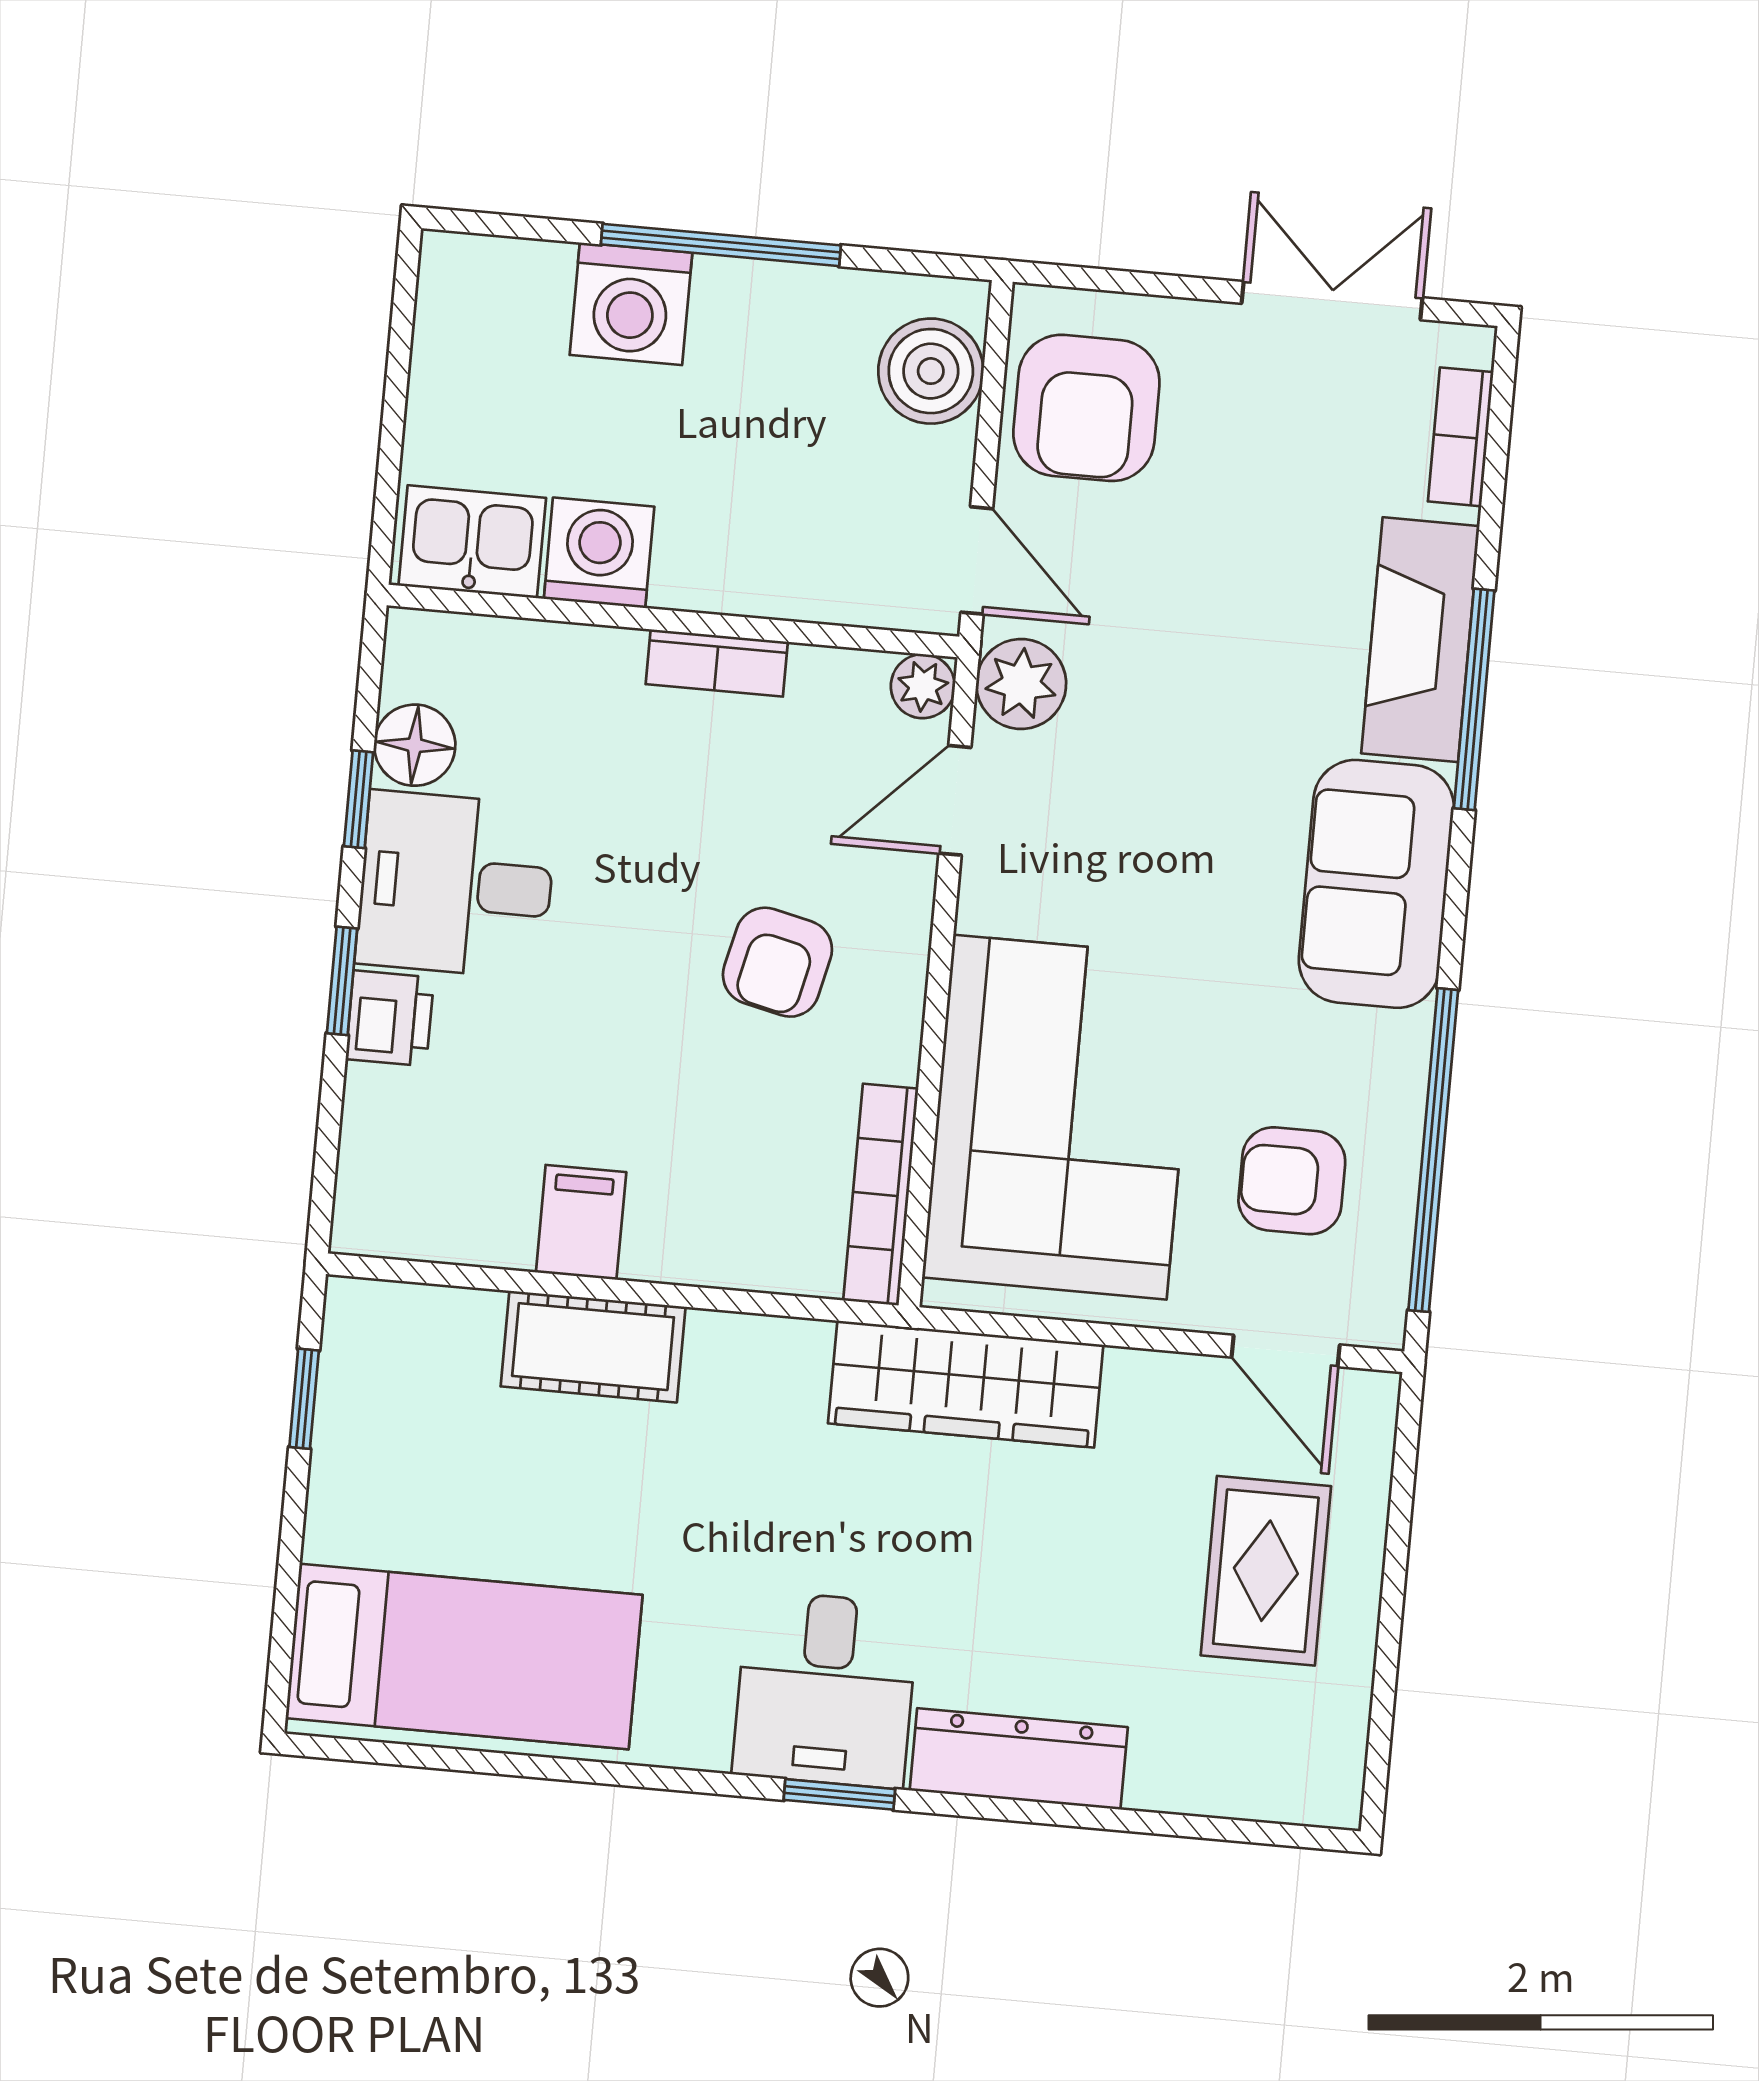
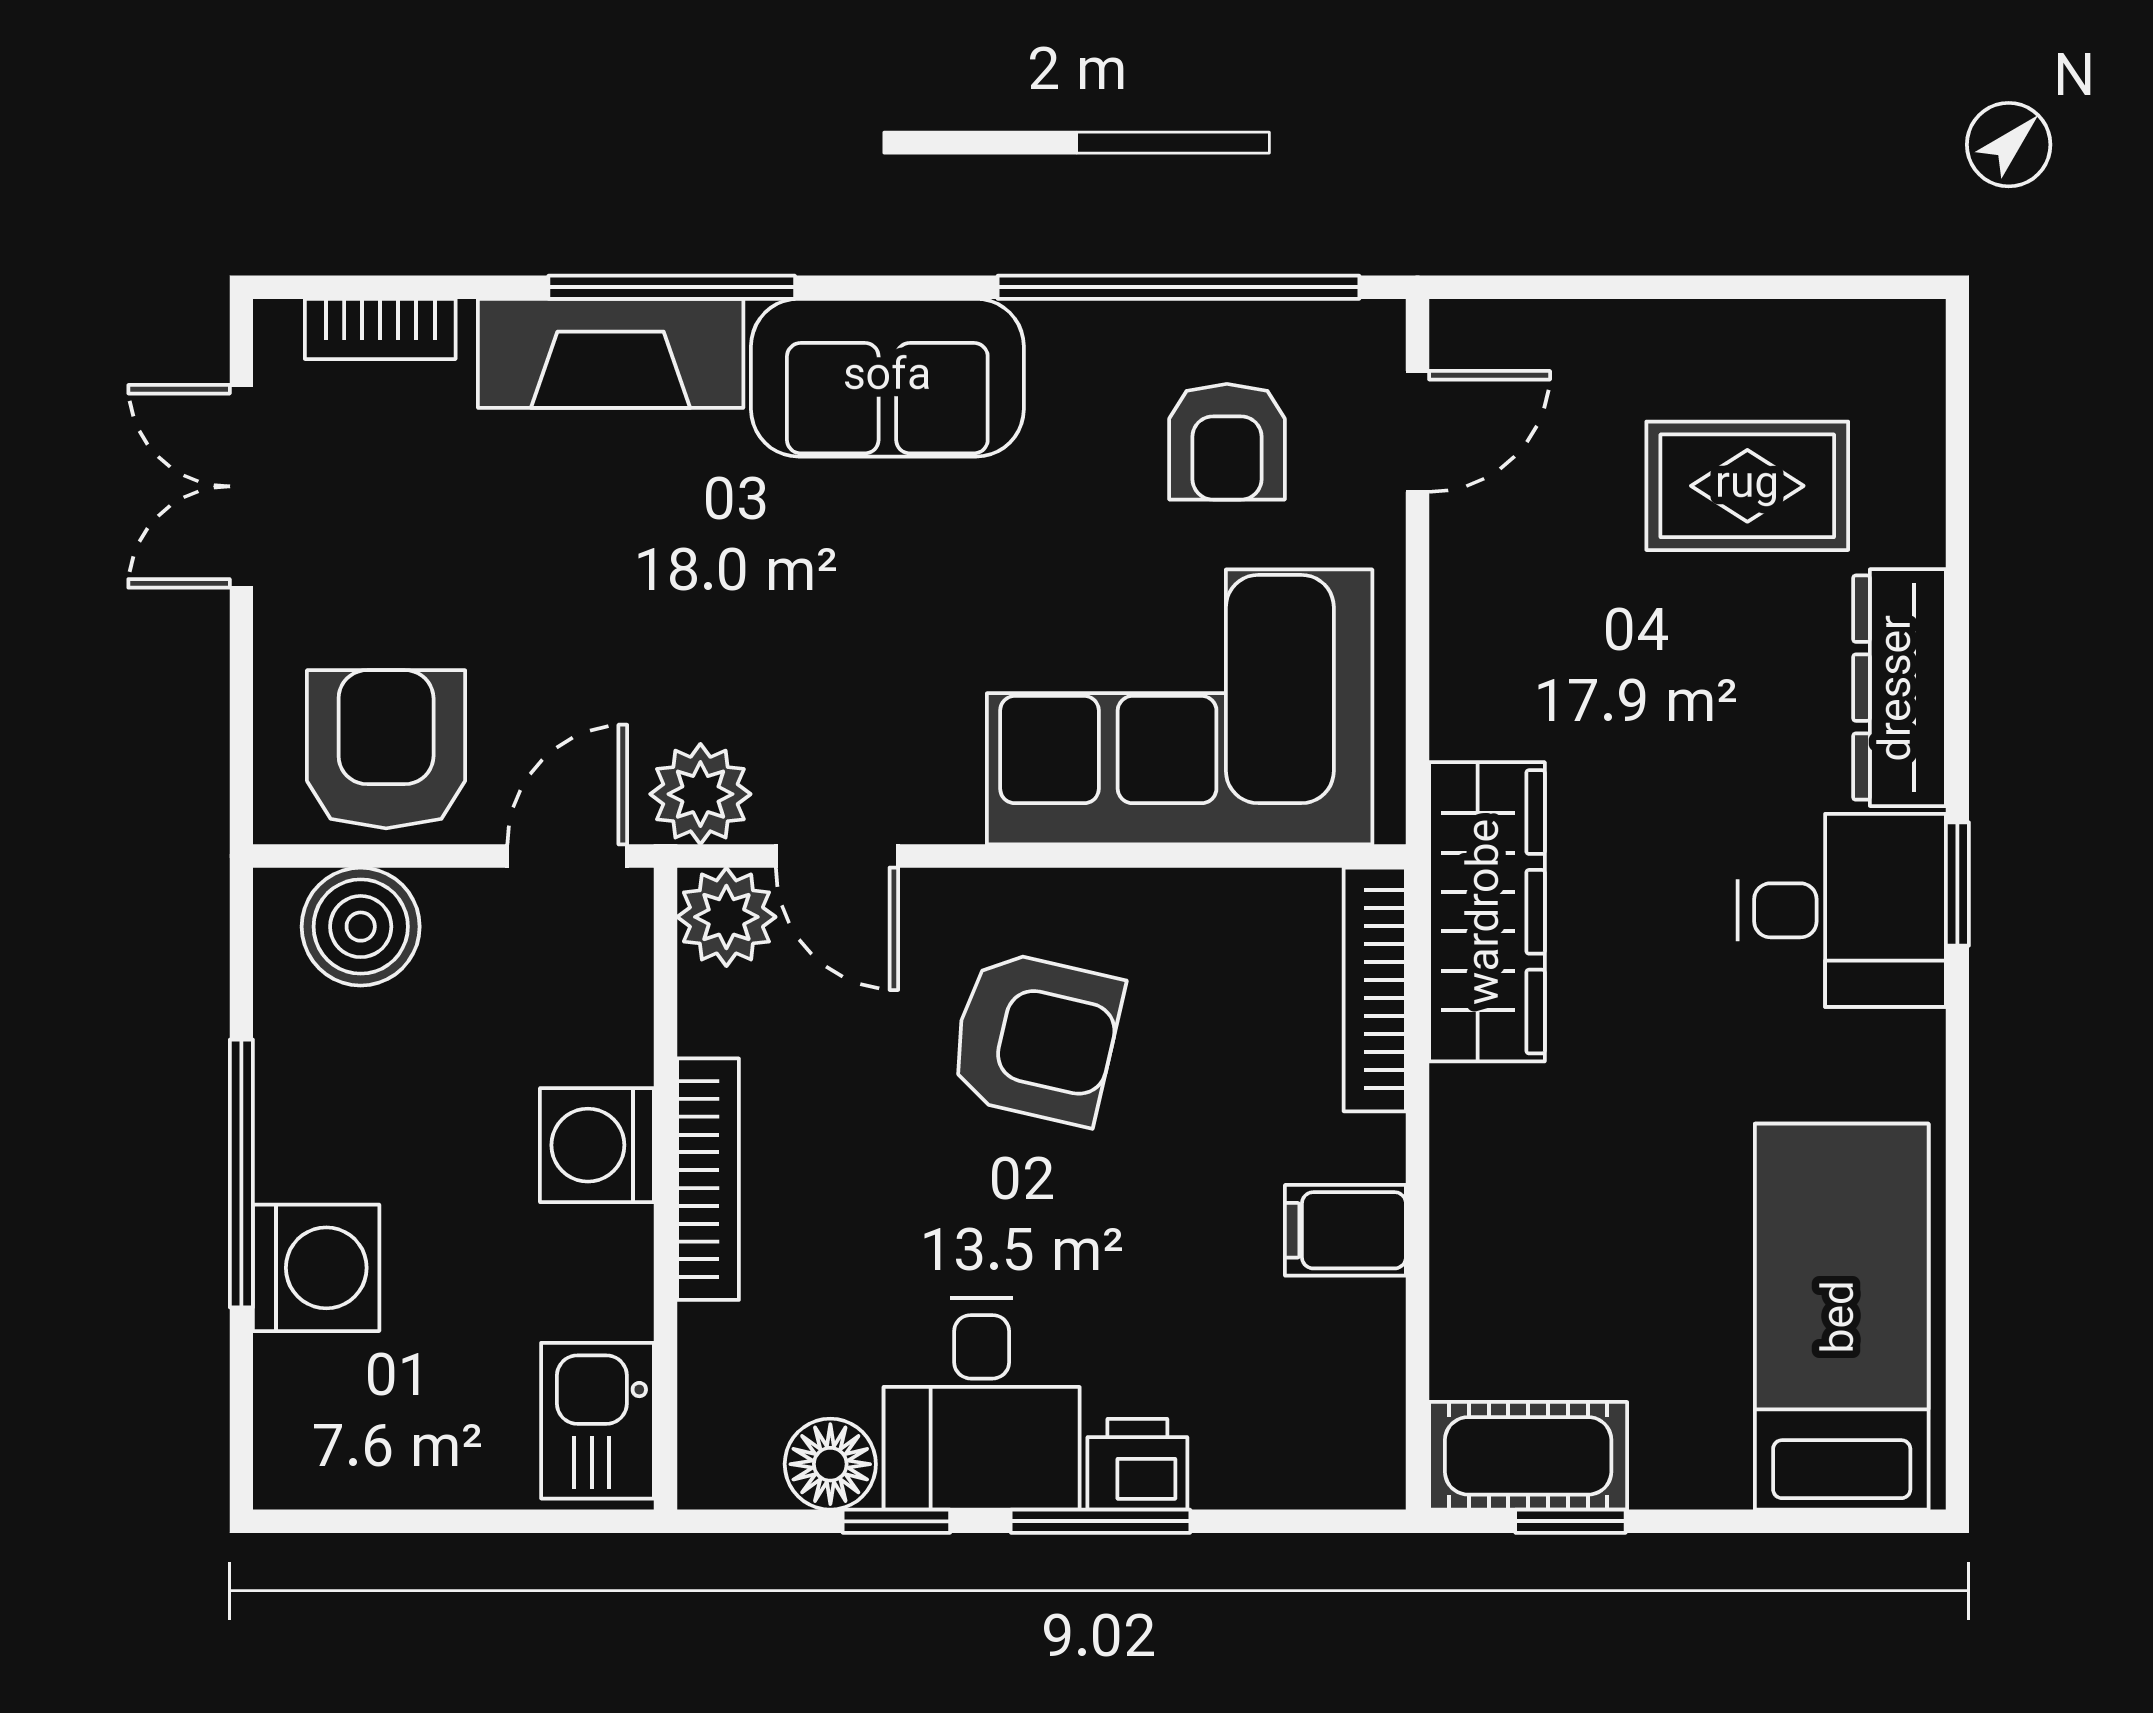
armchair: (1086, 408) -> (386, 749), turned -90
washing machine: (599, 553) -> (597, 1145), moved
bookcase: (717, 663) -> (708, 1179), width x1.56
plant: (923, 686) -> (726, 917), width x1.38, depth x1.38
armchair: (777, 962) -> (1035, 1038), width x1.38, depth x1.38
window: (342, 981) -> (1101, 1521), width x1.50
bookcase: (881, 1194) -> (1375, 989), moved, turned 90
cot: (593, 1347) -> (1528, 1456), moved, turned 90
wardrobe: (966, 1384) -> (1487, 912), moved
rug: (1266, 1571) -> (1747, 486), moved

